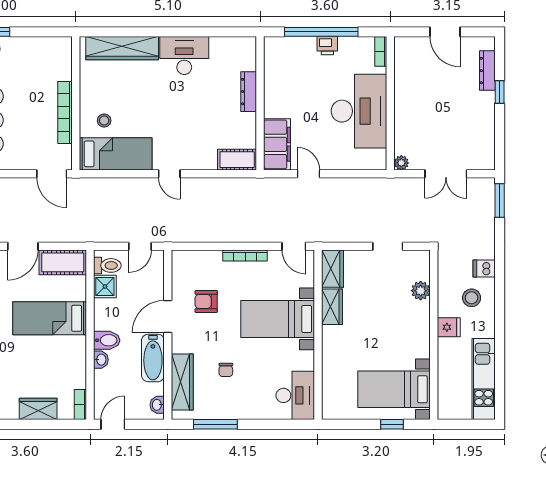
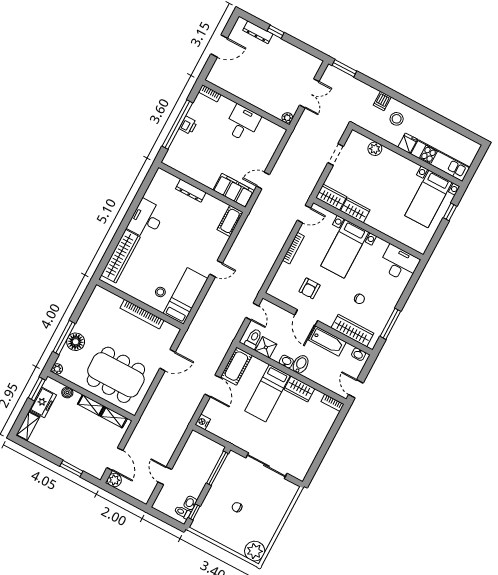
desk: (359, 111) -> (242, 123), width x0.53, depth x0.77
door: (52, 174) -> (168, 360), moved
washbasin: (101, 360) -> (286, 362), moved
kitchen unit: (484, 379) -> (440, 161), moved, turned 180
wardrobe: (38, 409) -> (299, 389), moved, turned -90

